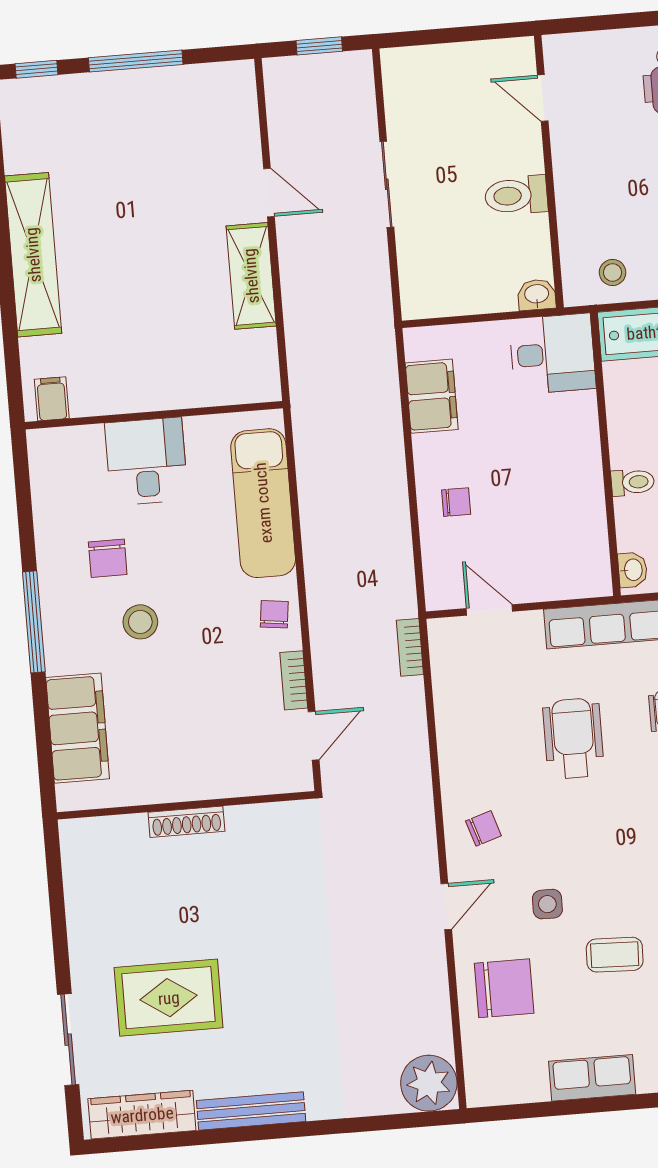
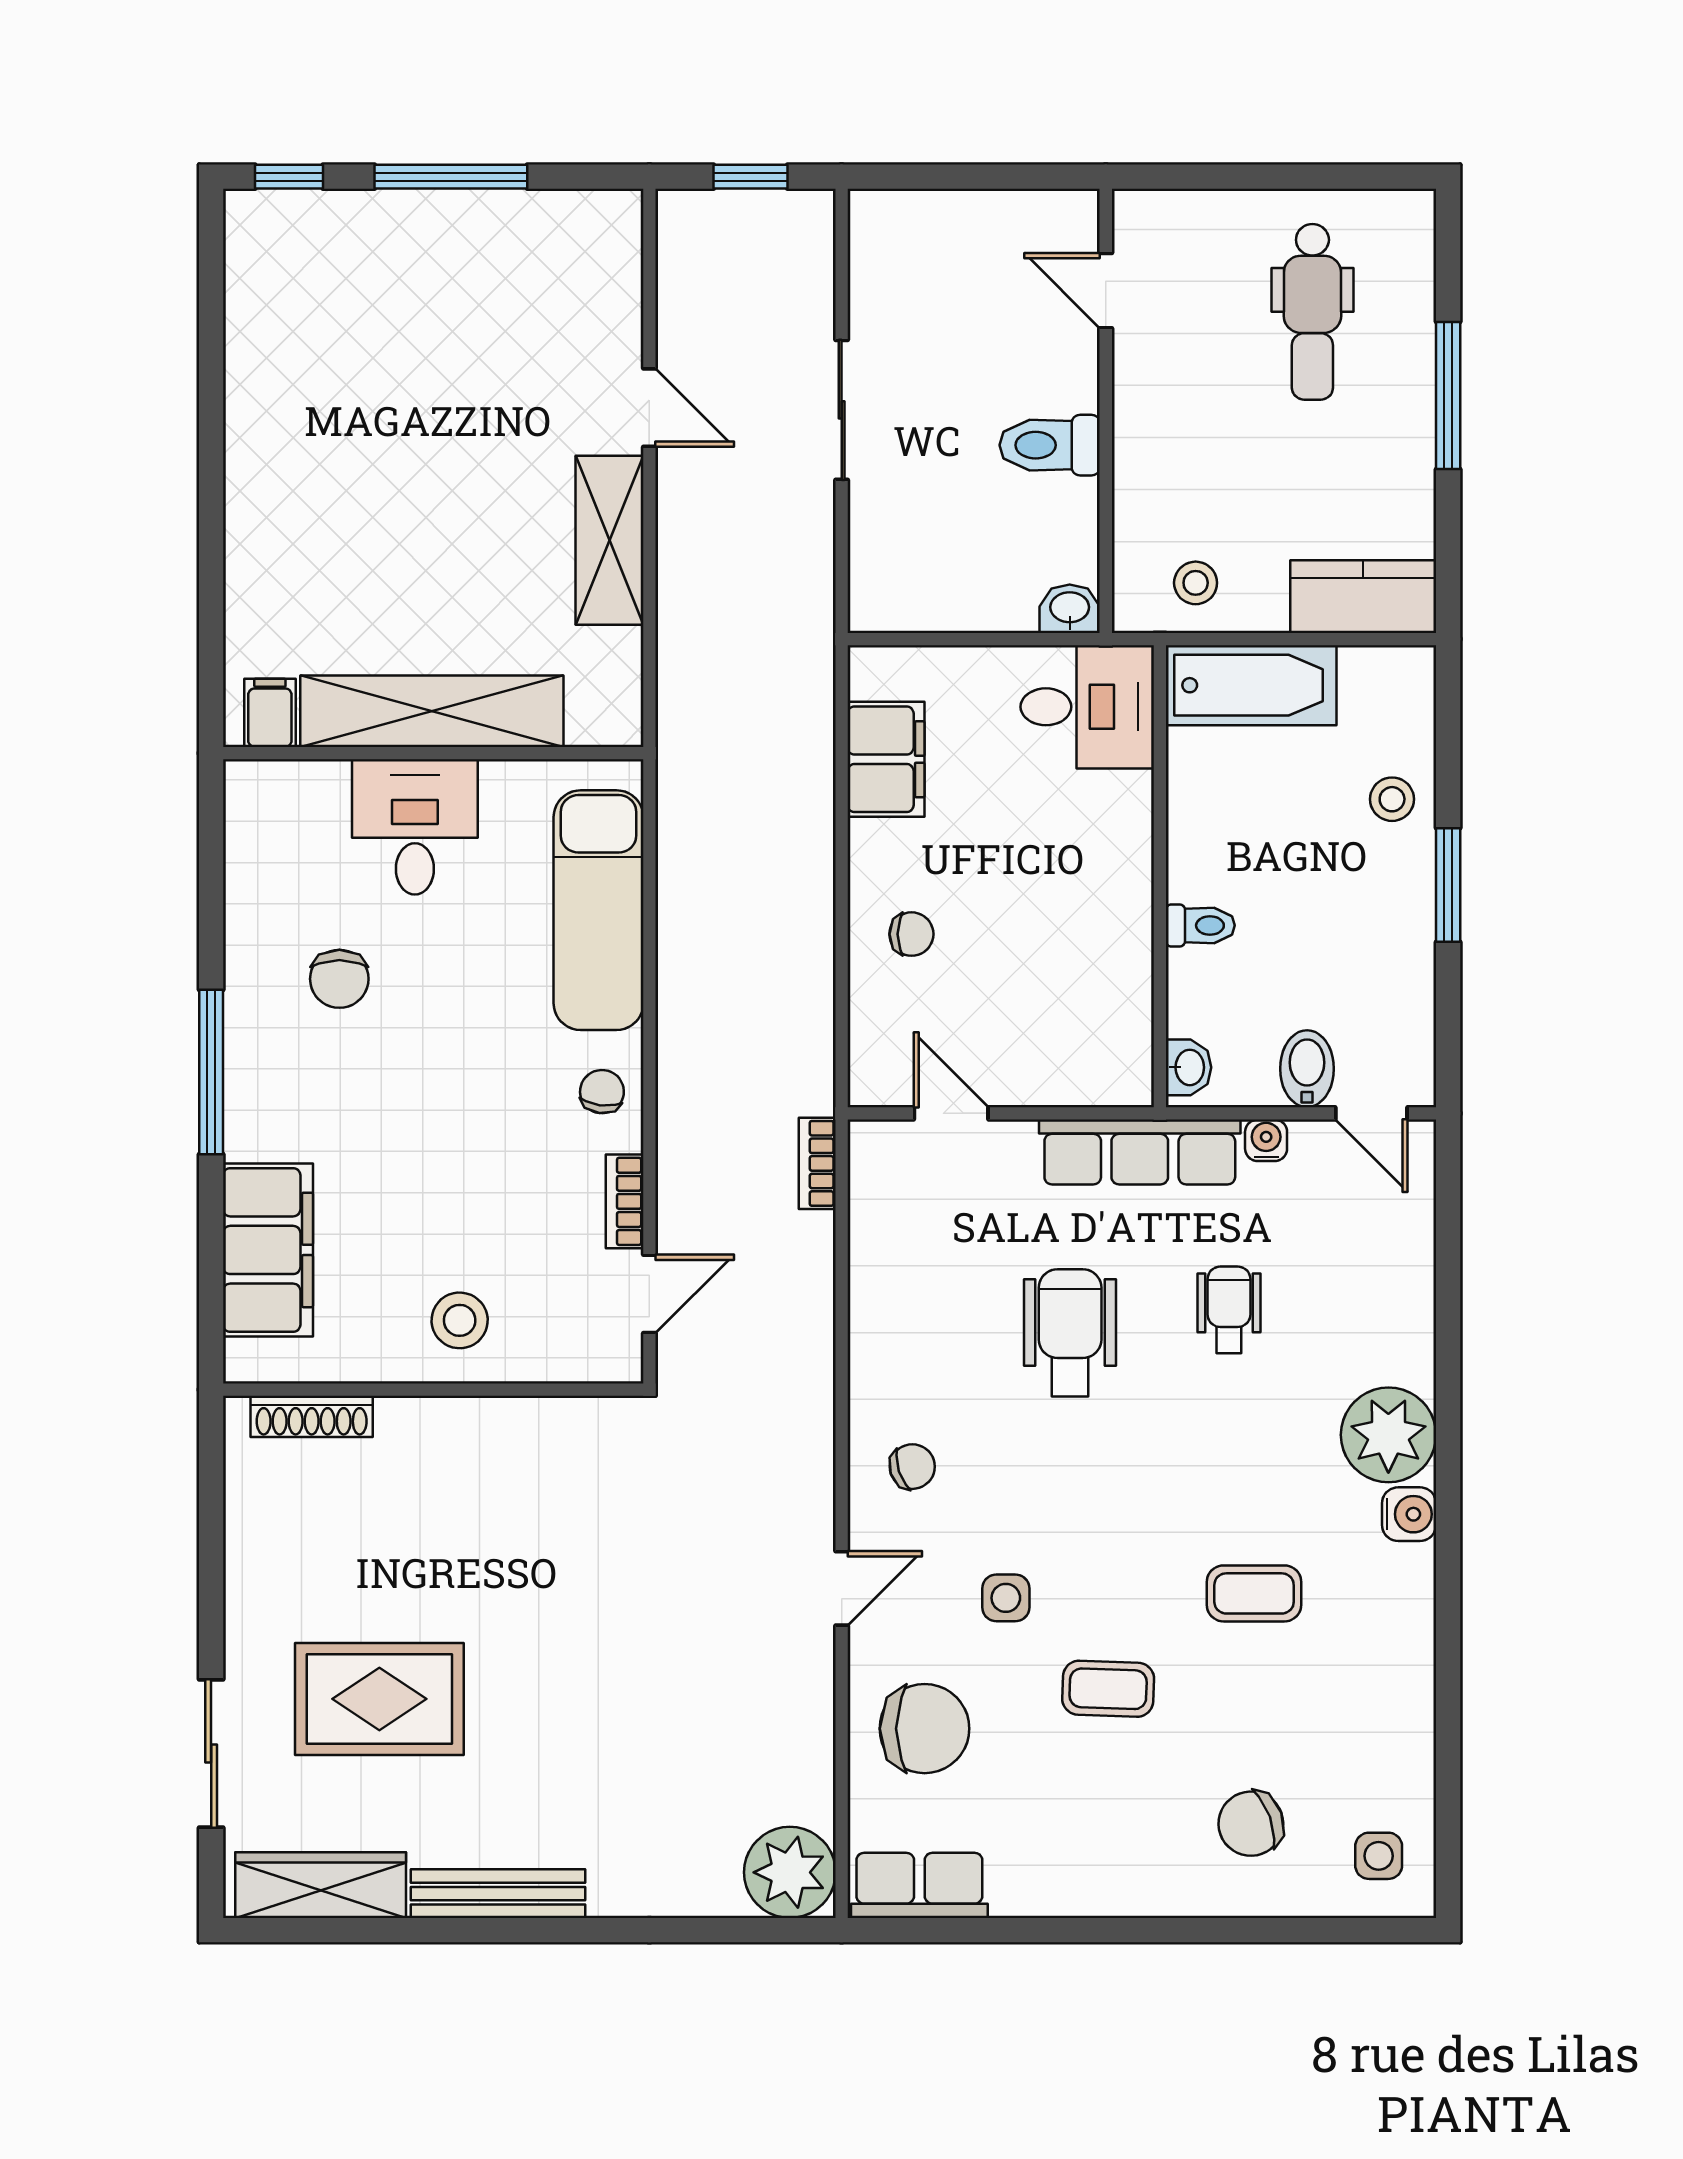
shelving: (33, 255) -> (432, 711), moved, turned 90
stool: (140, 622) -> (460, 1320), moved
shoe rack: (186, 822) -> (312, 1416), moved
row of seats: (592, 1078) -> (919, 1885), moved

